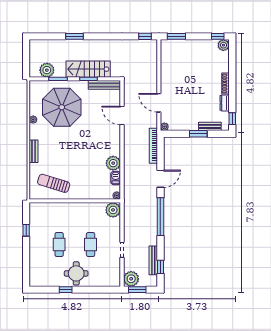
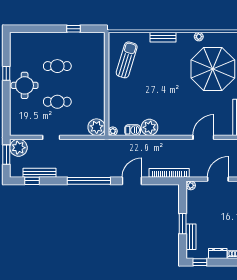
door: (160, 179) -> (132, 181), swing flipped

